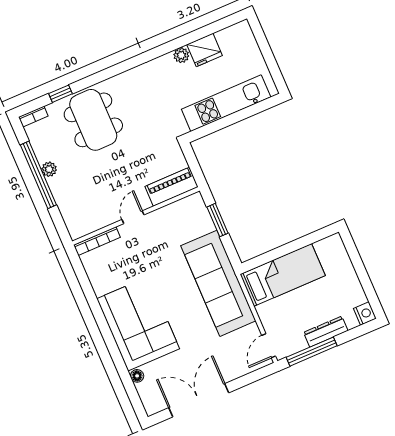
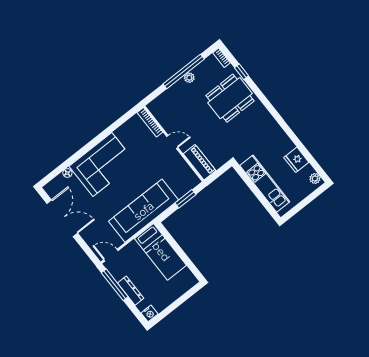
plant: (181, 55) -> (315, 178), moved

